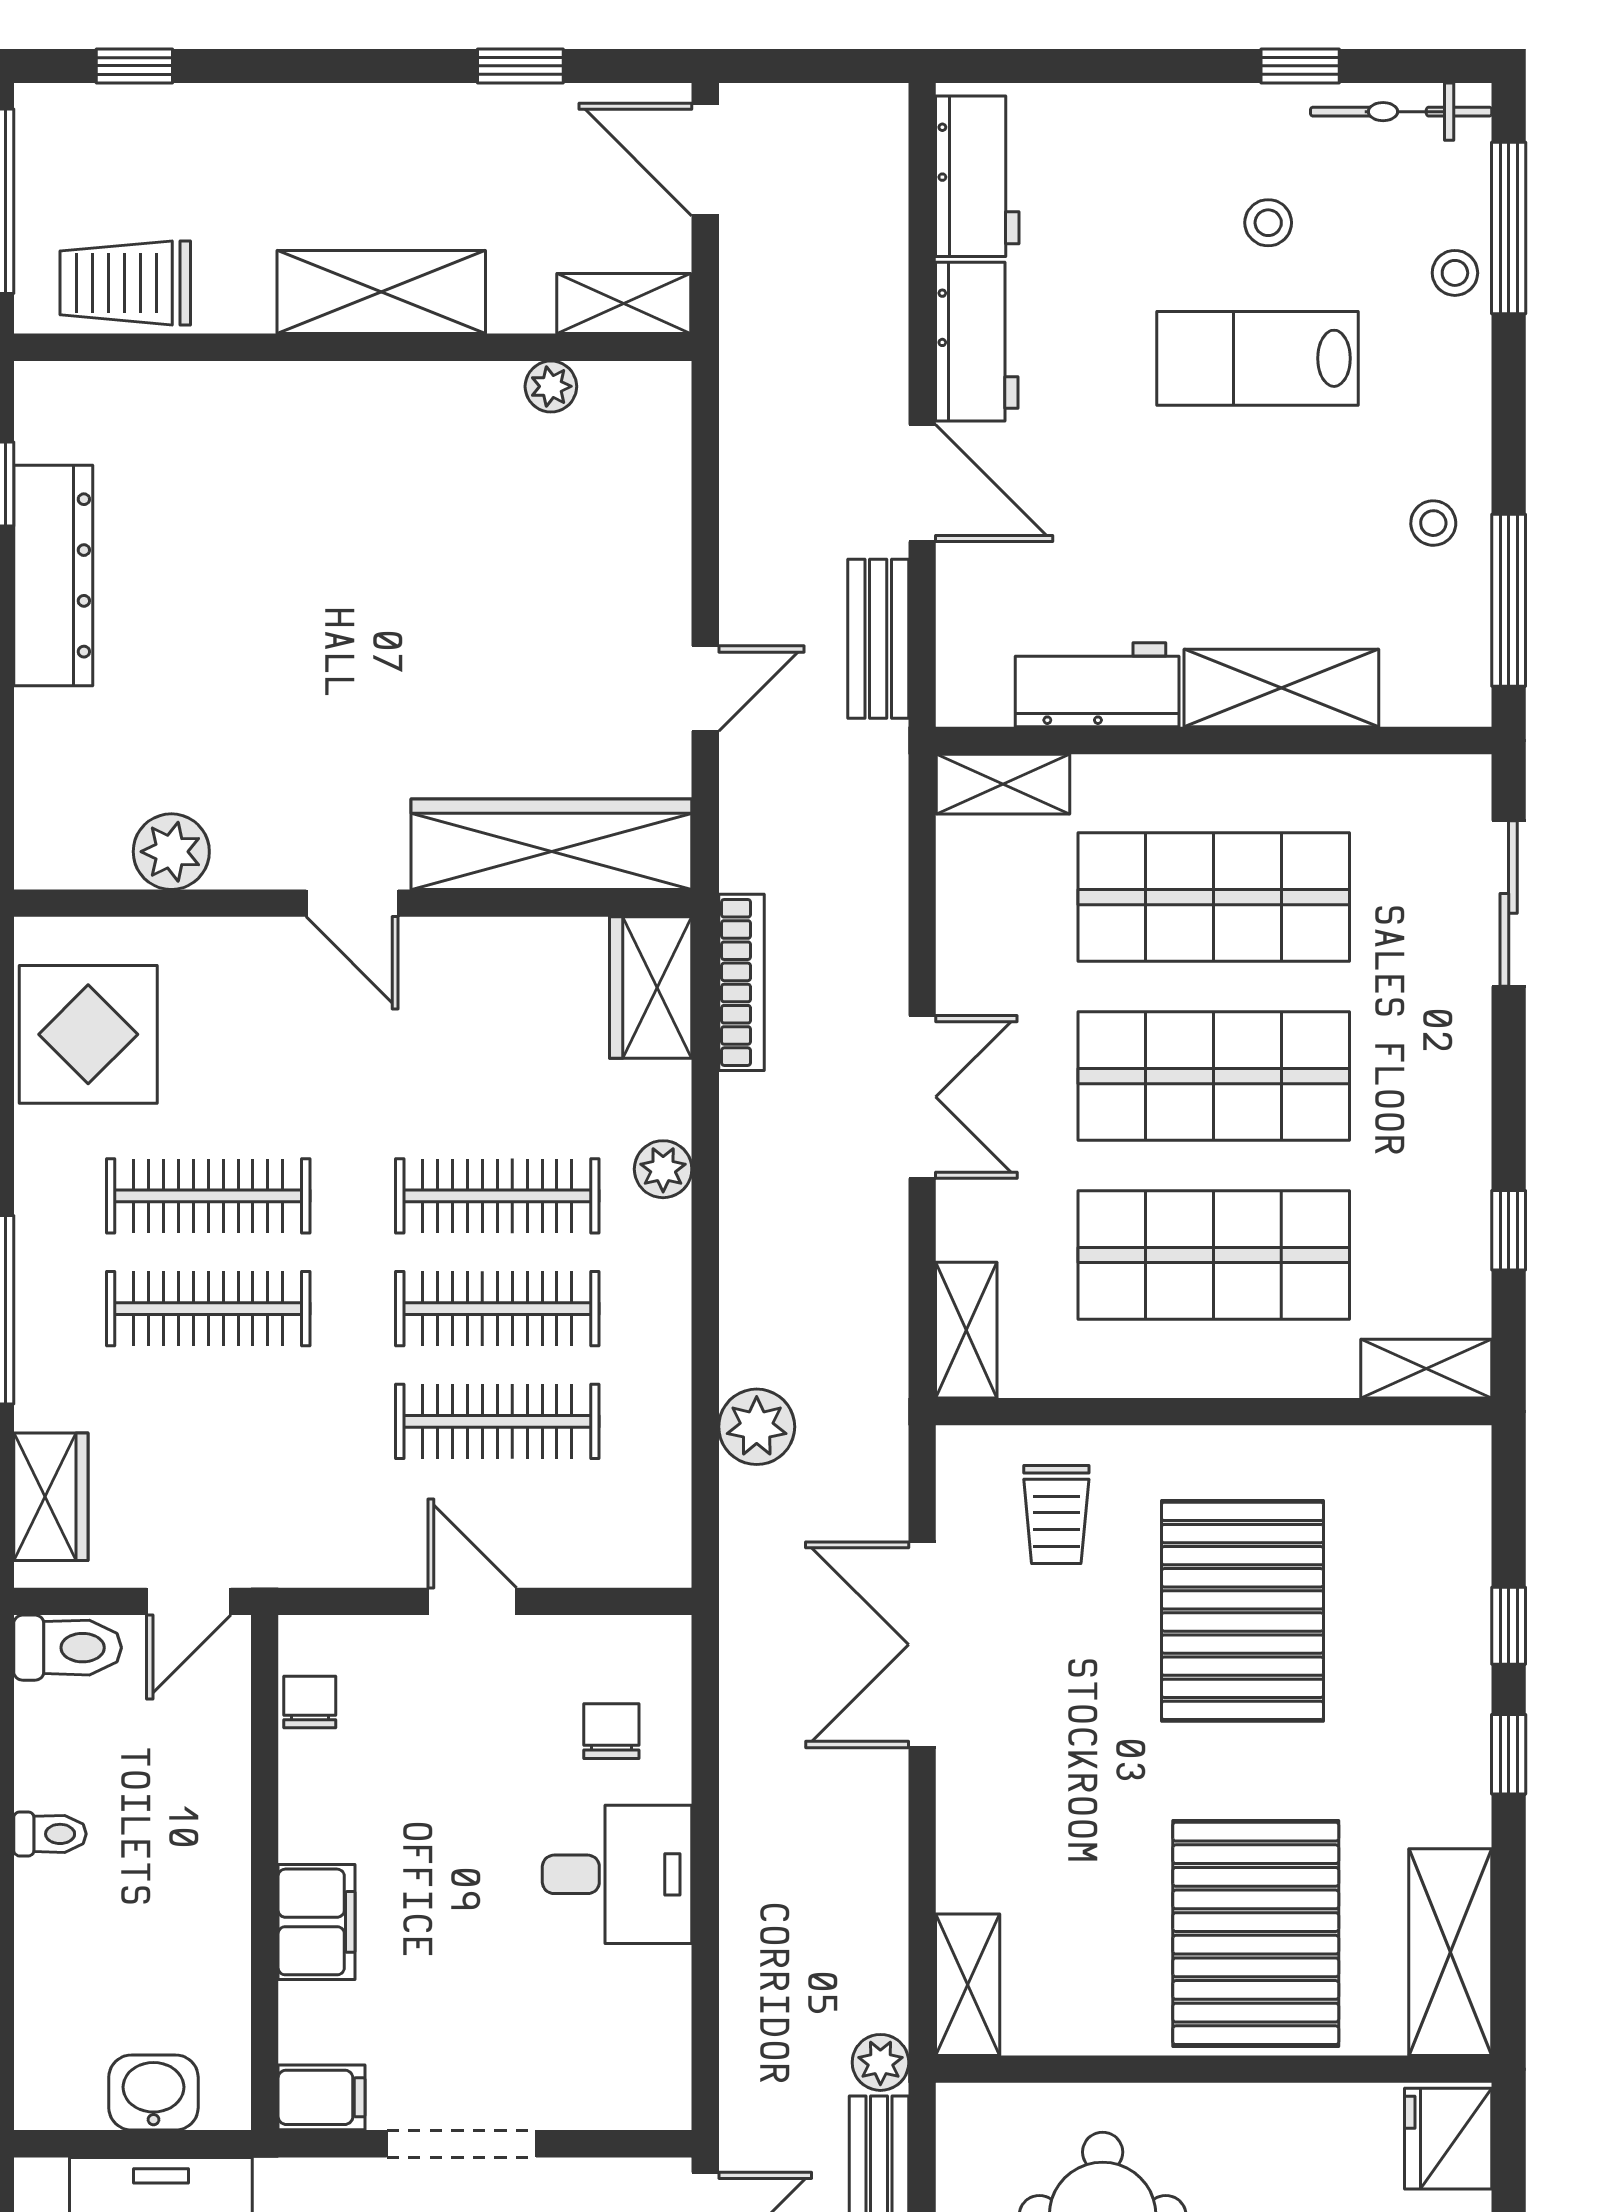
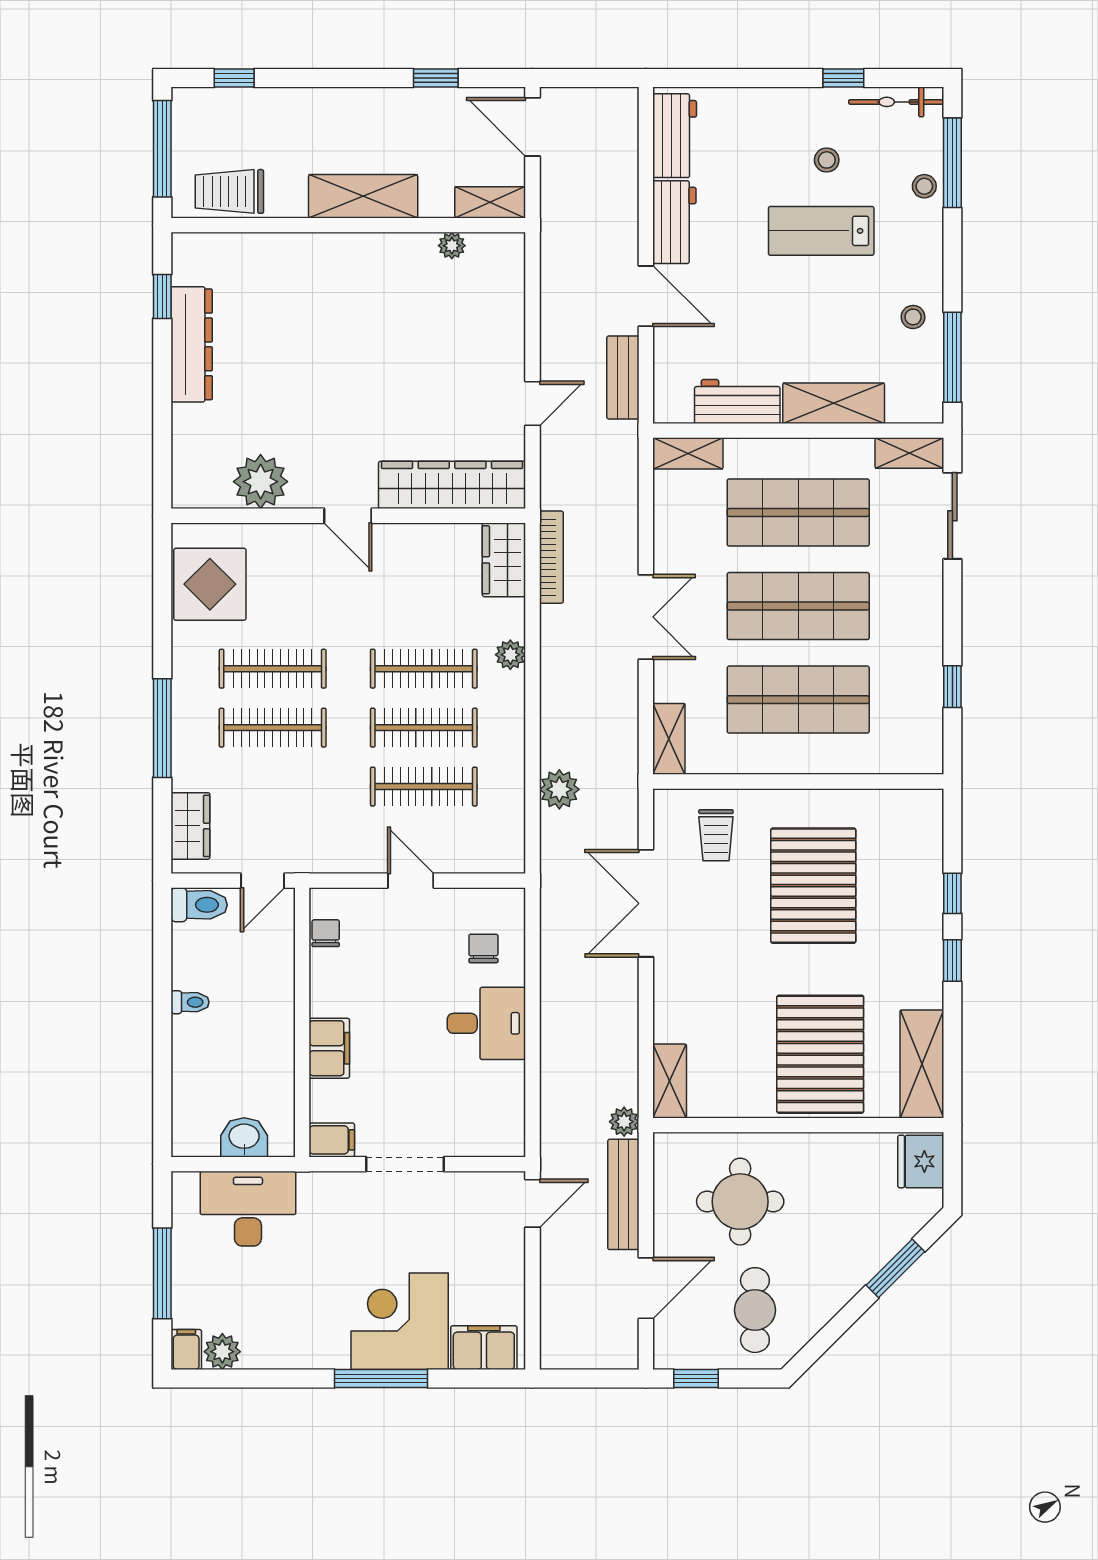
plant: (171, 852) -> (261, 482), width x1.36, depth x1.36
shelving: (1426, 1369) -> (909, 453), moved

